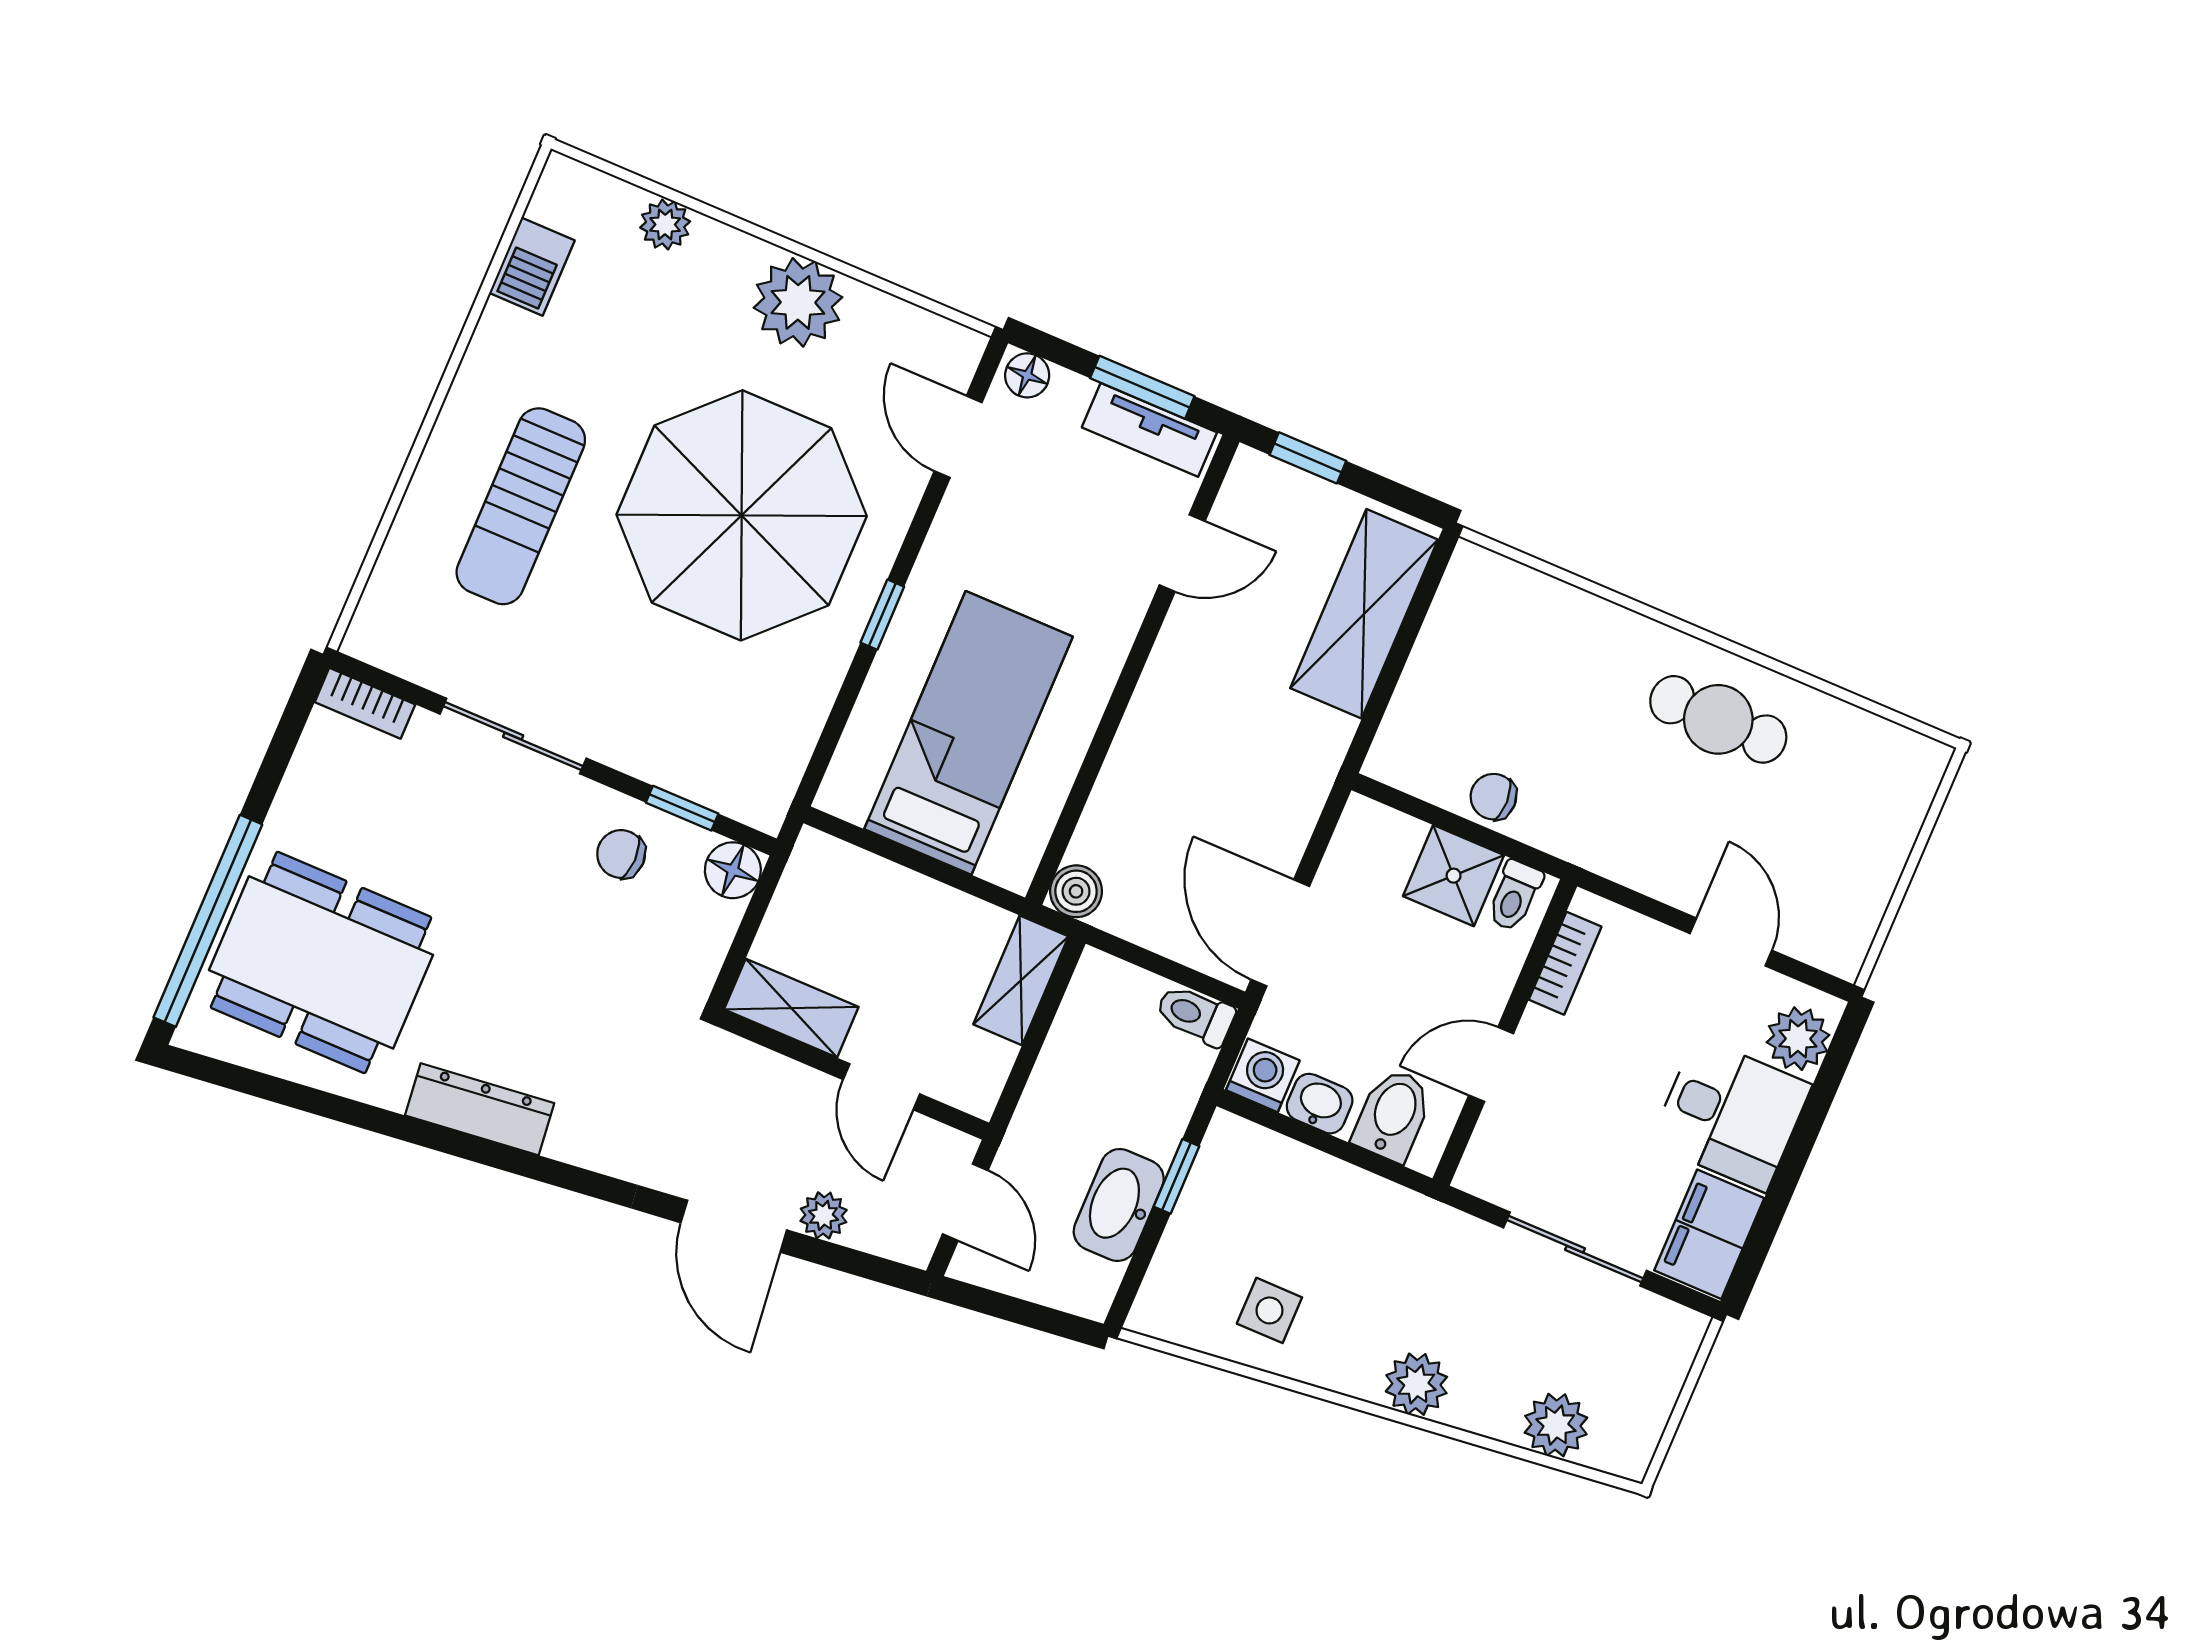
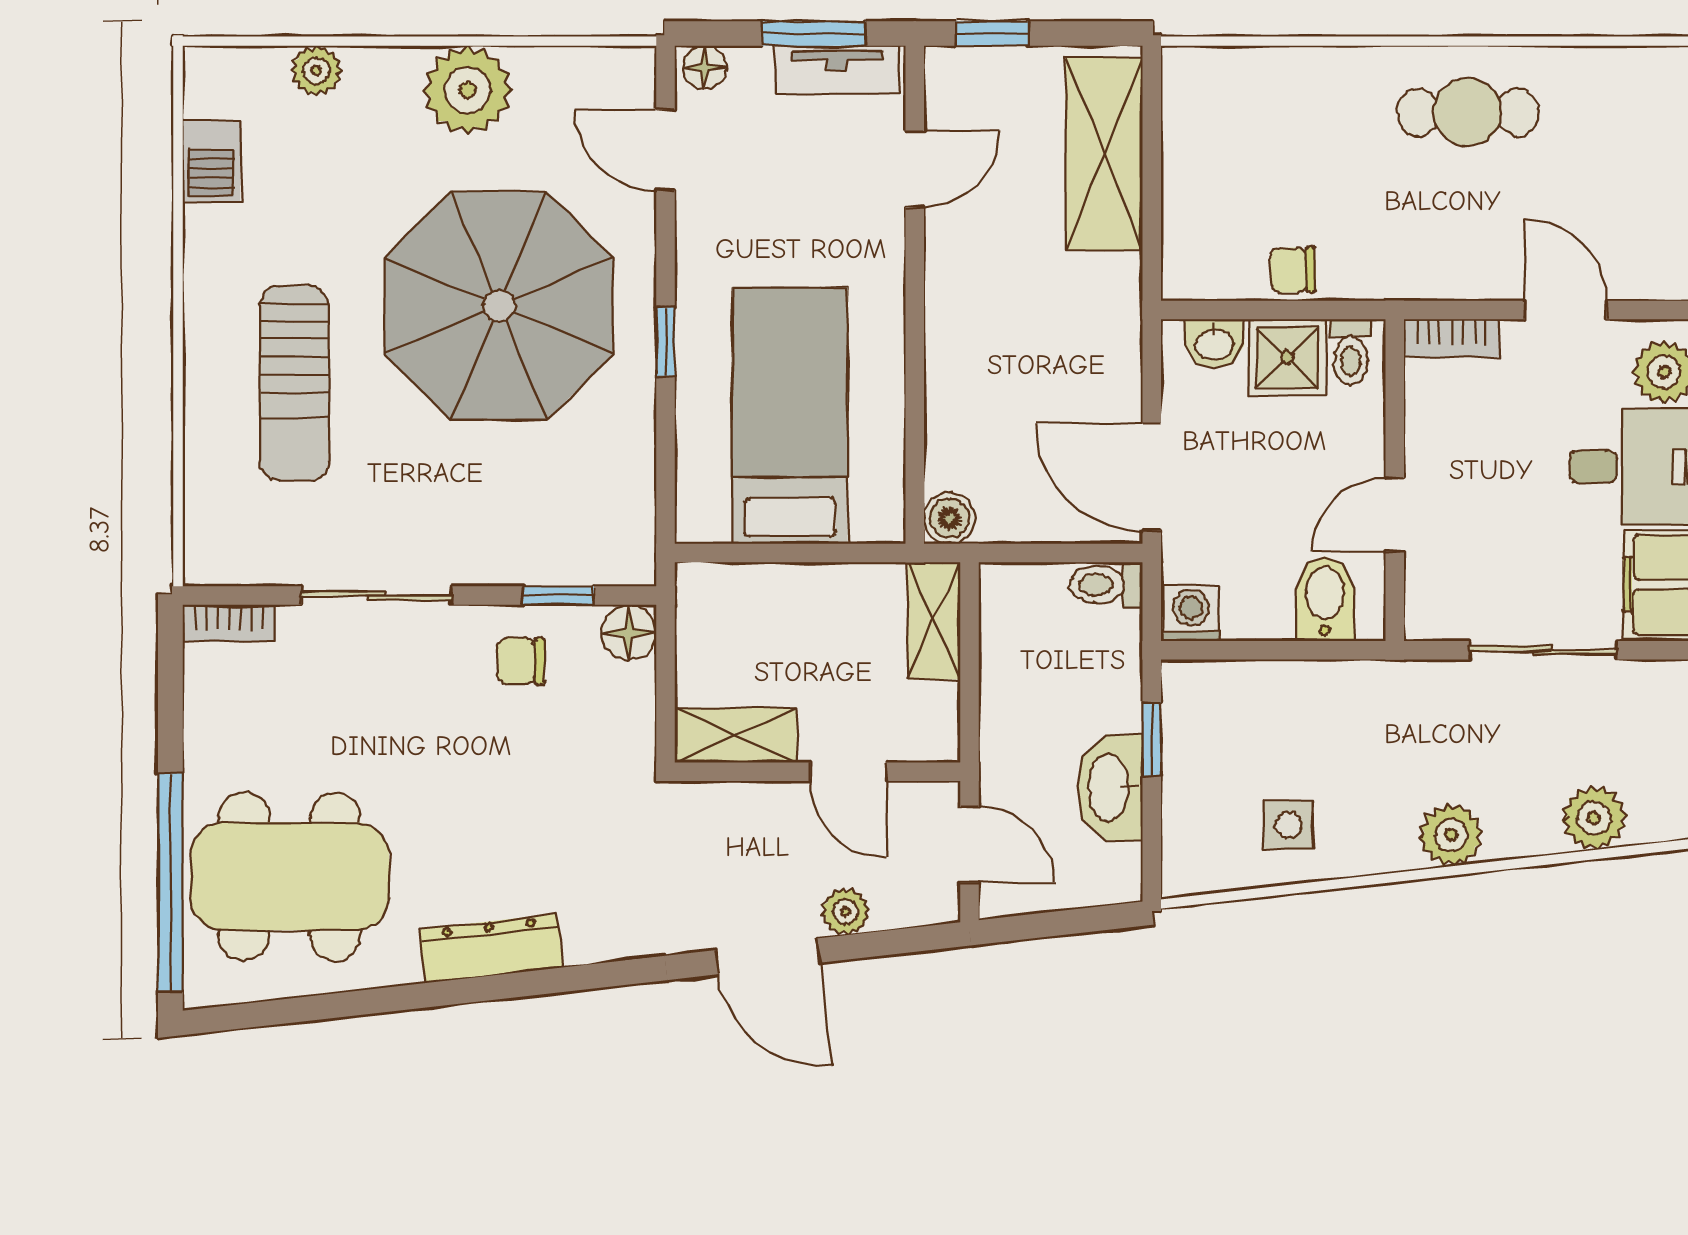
bookcase: (1565, 963) -> (1451, 338), moved, turned 90
washbasin: (1320, 1104) -> (1214, 343), moved, turned 180

